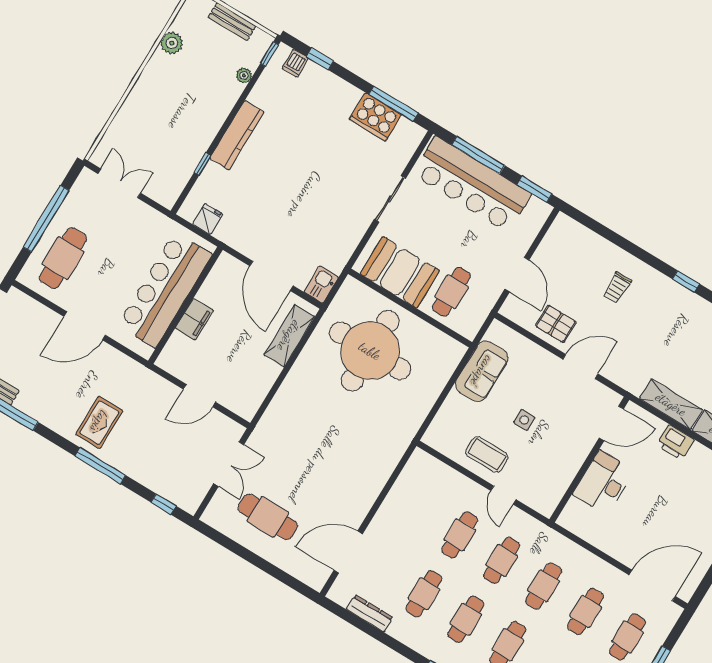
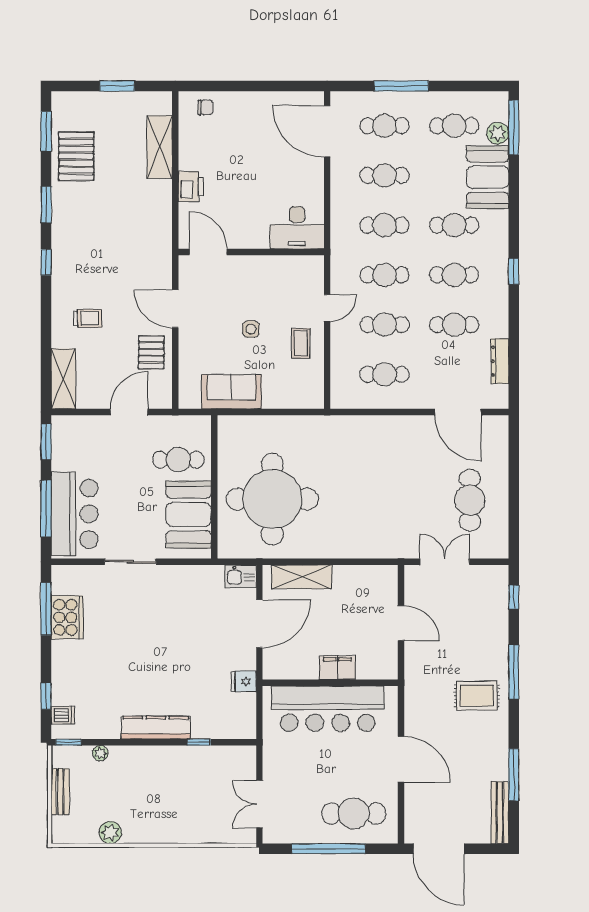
bar counter: (472, 184) -> (75, 514), width x0.73
fridge: (208, 219) -> (244, 681), moved
shelving: (671, 404) -> (63, 379), moved
coffee table: (487, 455) -> (301, 343), width x0.73, depth x0.77
desk: (603, 483) -> (297, 228), moved
cafe table: (418, 509) -> (385, 374), added

